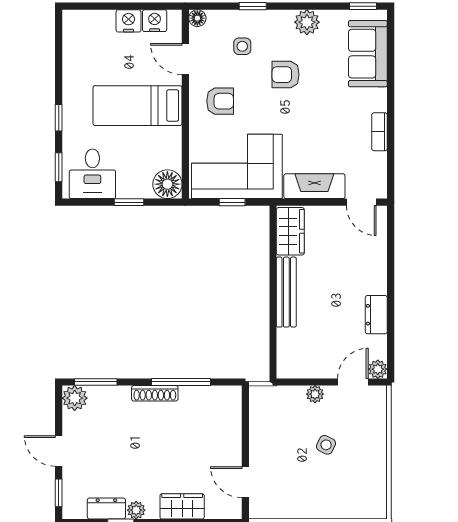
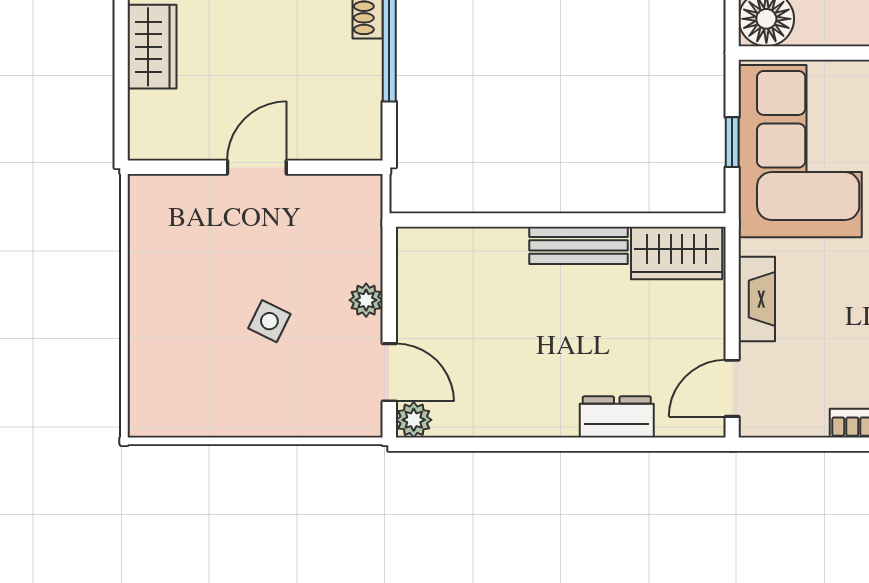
fireplace: (314, 186) -> (757, 299), width x0.73, depth x0.76
bench: (286, 292) -> (578, 245), width x0.73
dresser: (376, 315) -> (617, 417), moved
door: (245, 482) -> (257, 167), moved

